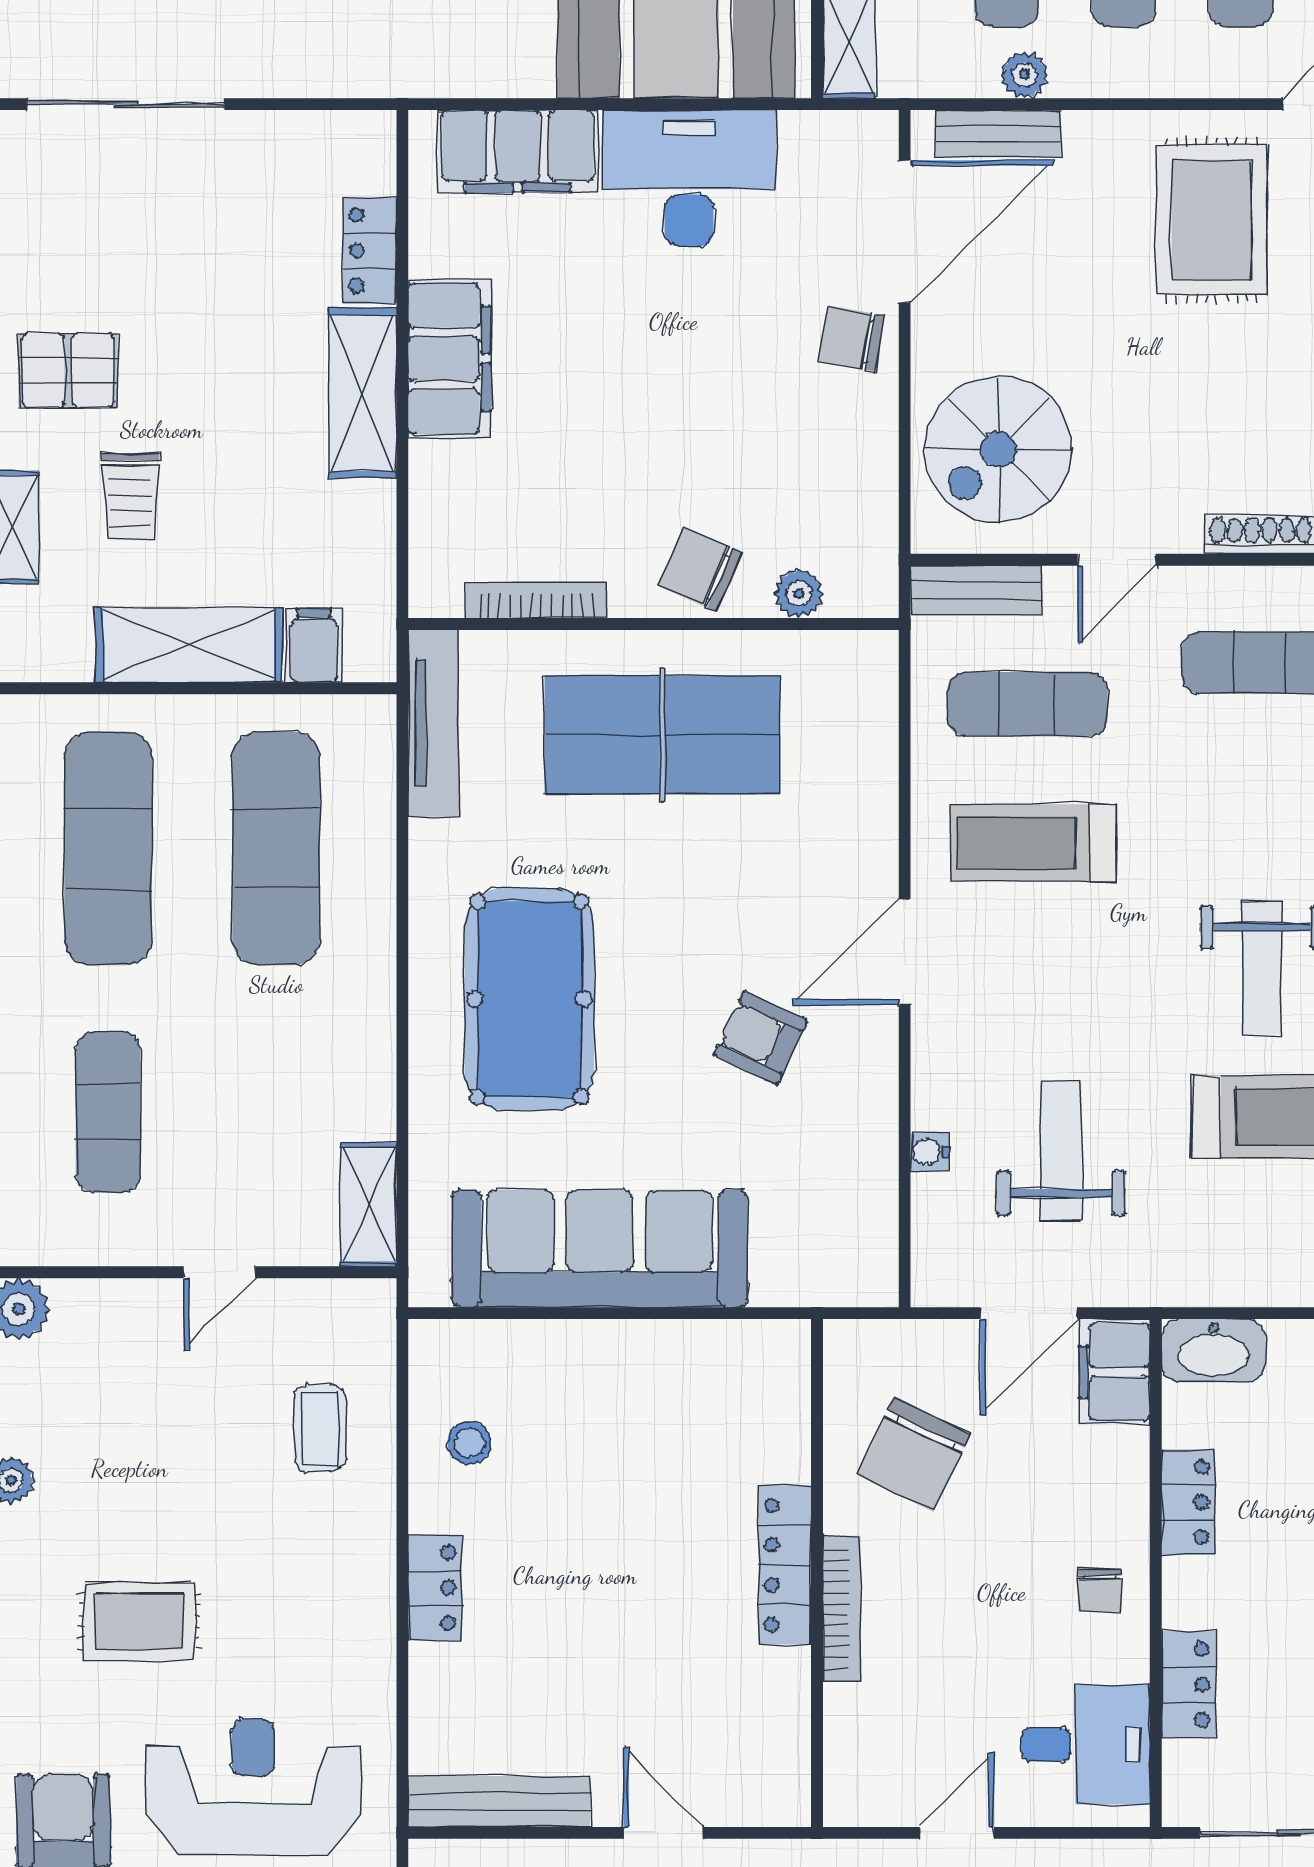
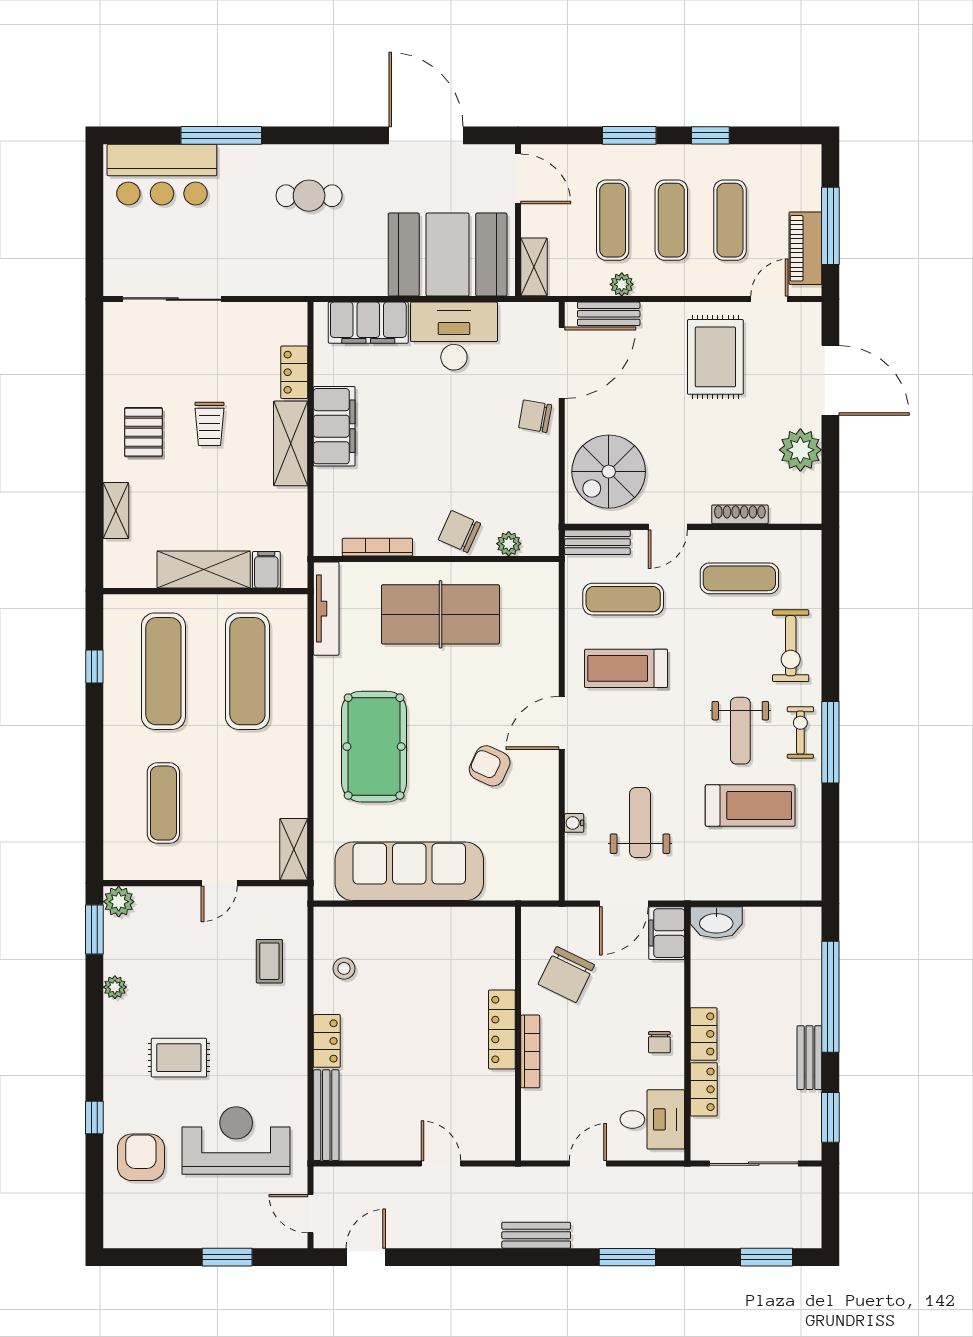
pallet: (68, 370) -> (143, 432), turned 90
trolley: (130, 497) -> (209, 424), moved
locker: (1188, 1502) -> (704, 1034), moved
bench: (499, 1802) -> (326, 1115), moved, turned 90

